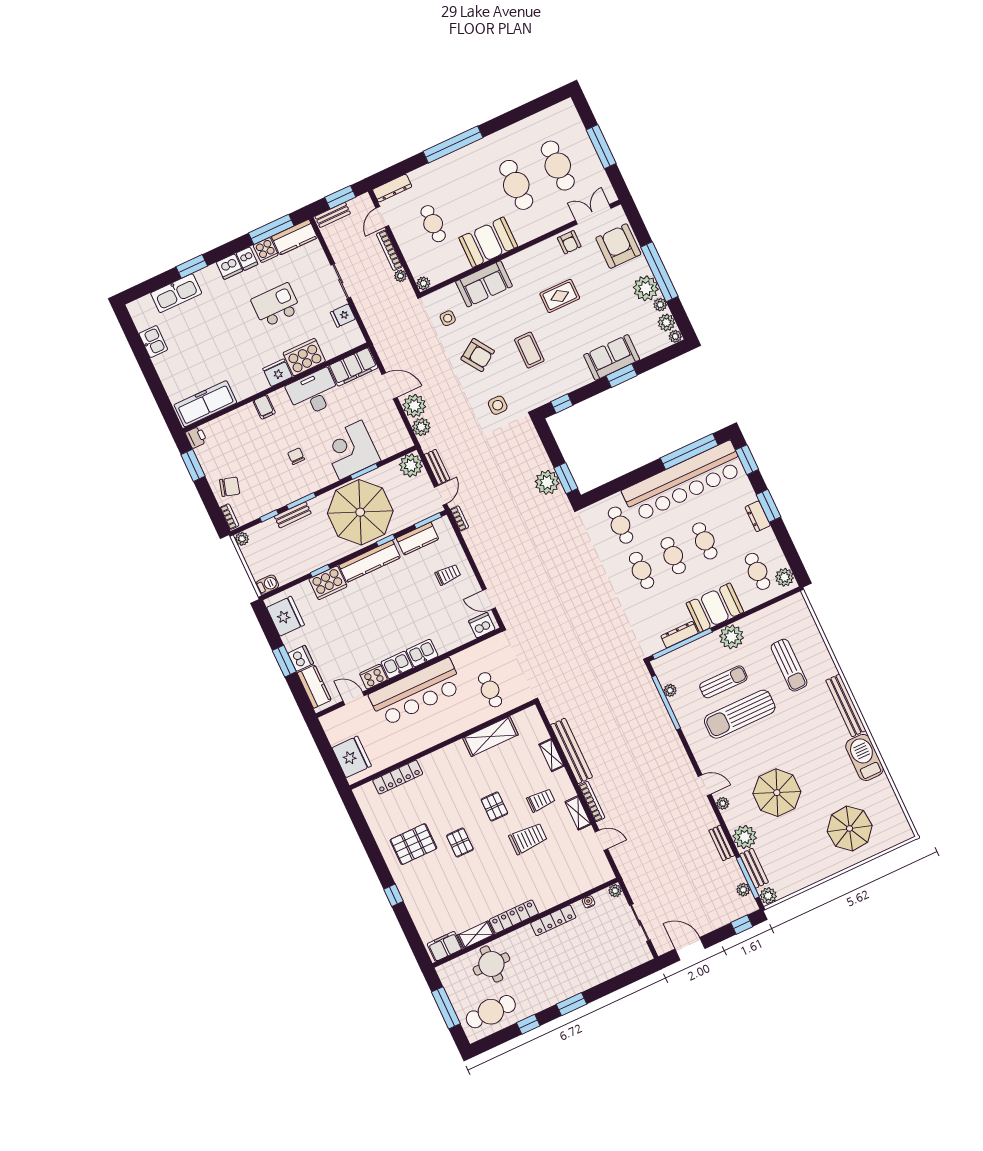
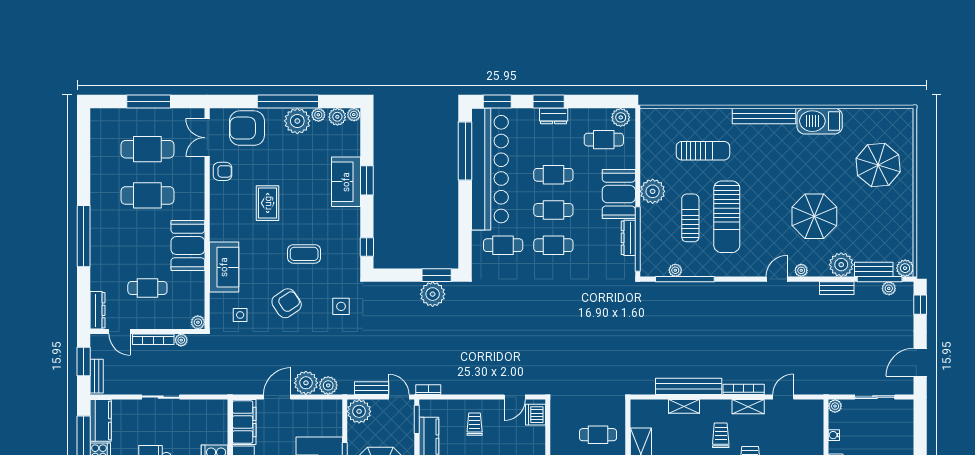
fridge: (343, 316) -> (193, 410), removed

